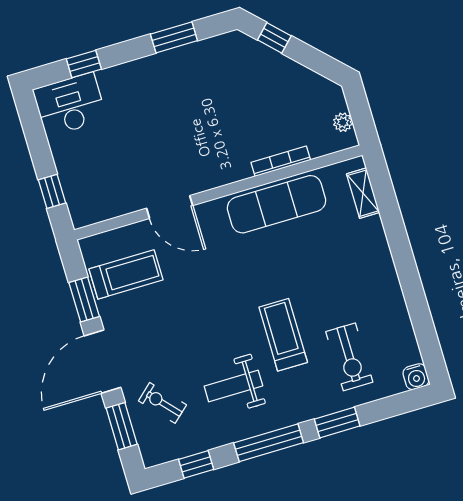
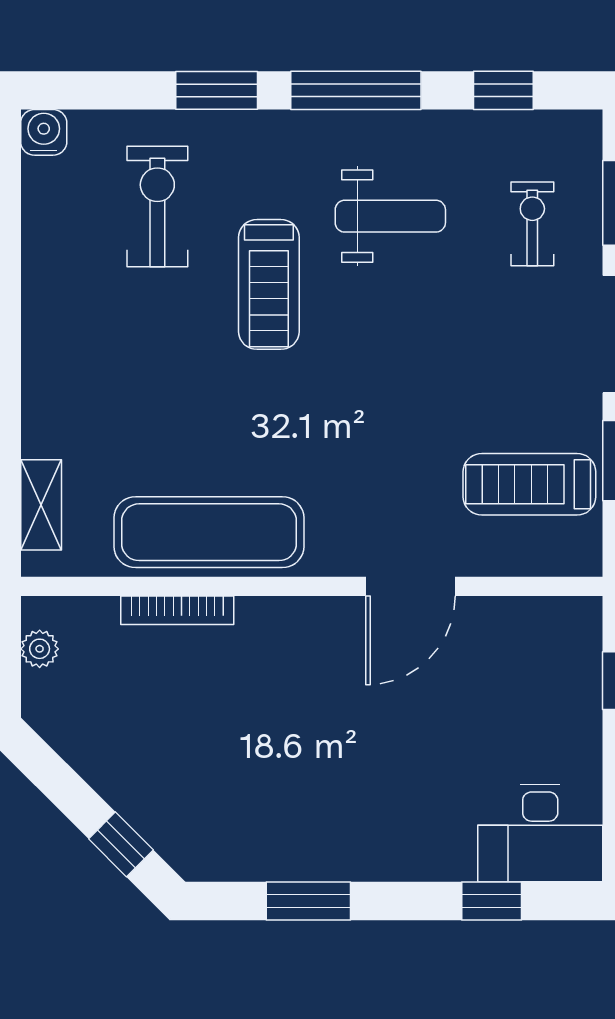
door: (170, 207) -> (410, 586), swing flipped
exercise bike: (162, 403) -> (532, 224), turned -138

